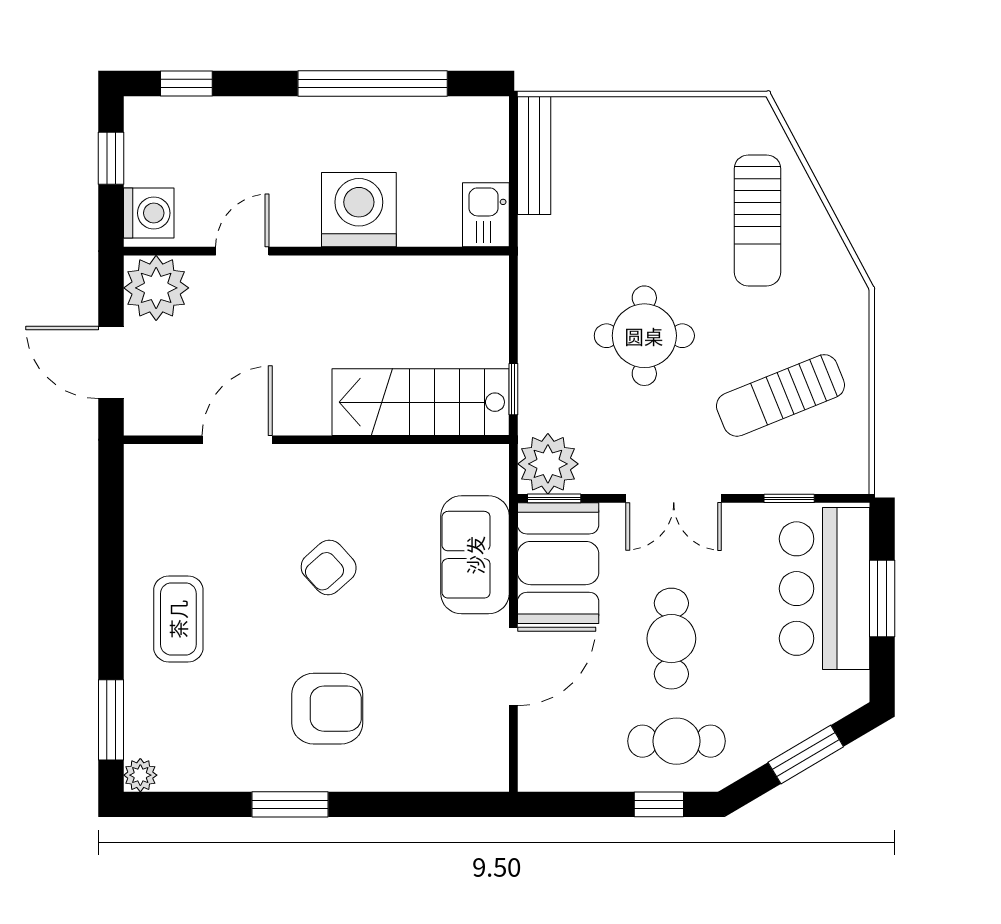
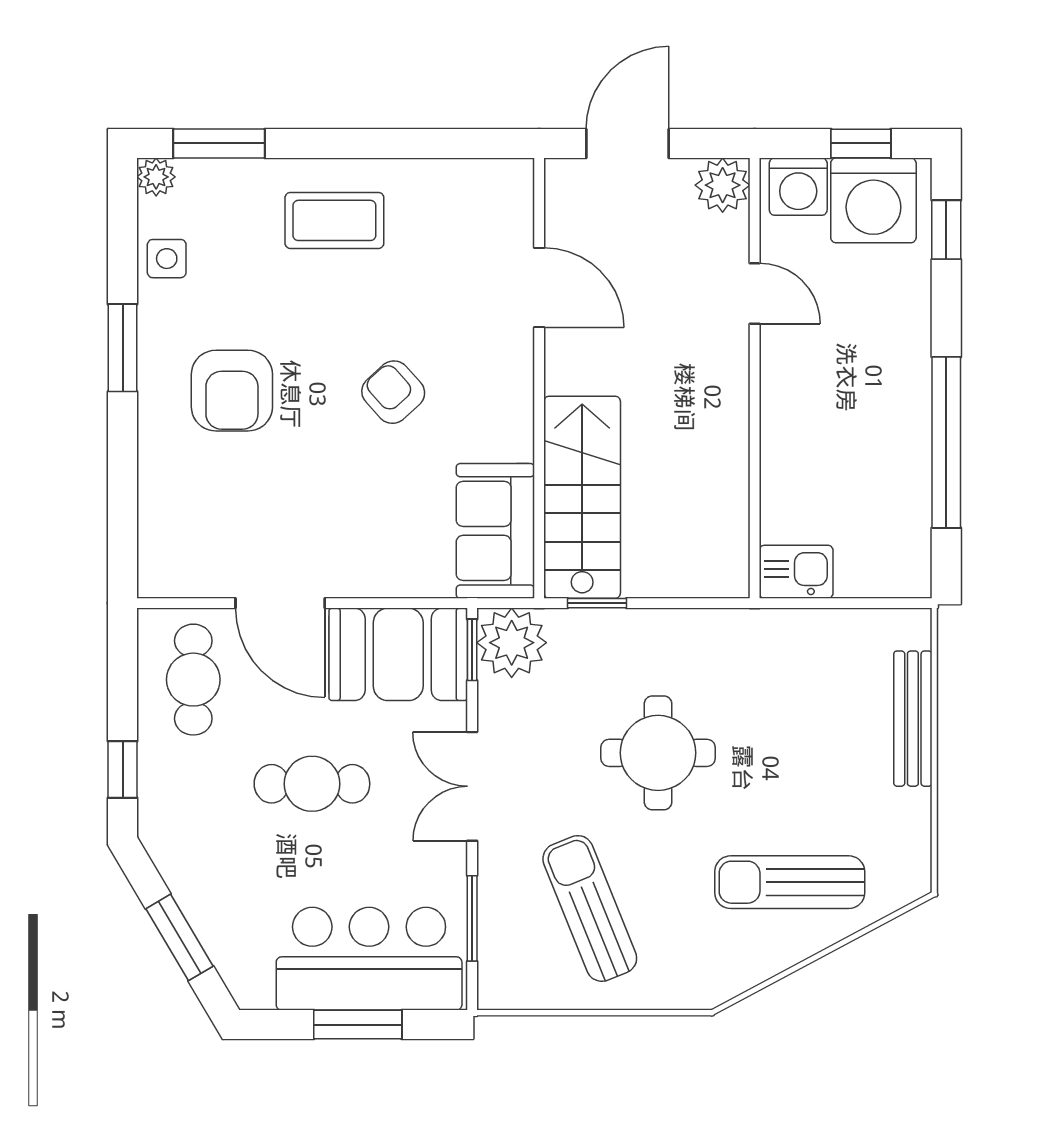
bench: (534, 155) -> (913, 719), moved, turned 90
washing machine: (359, 210) -> (873, 200), moved, turned 90
plant: (156, 288) -> (723, 185), width x0.73, depth x0.73
window: (789, 498) -> (472, 918), width x1.50
sofa: (475, 555) -> (495, 531), moved, turned -90
cafe table: (677, 741) -> (193, 680), moved
side table: (212, 766) -> (167, 259), added

